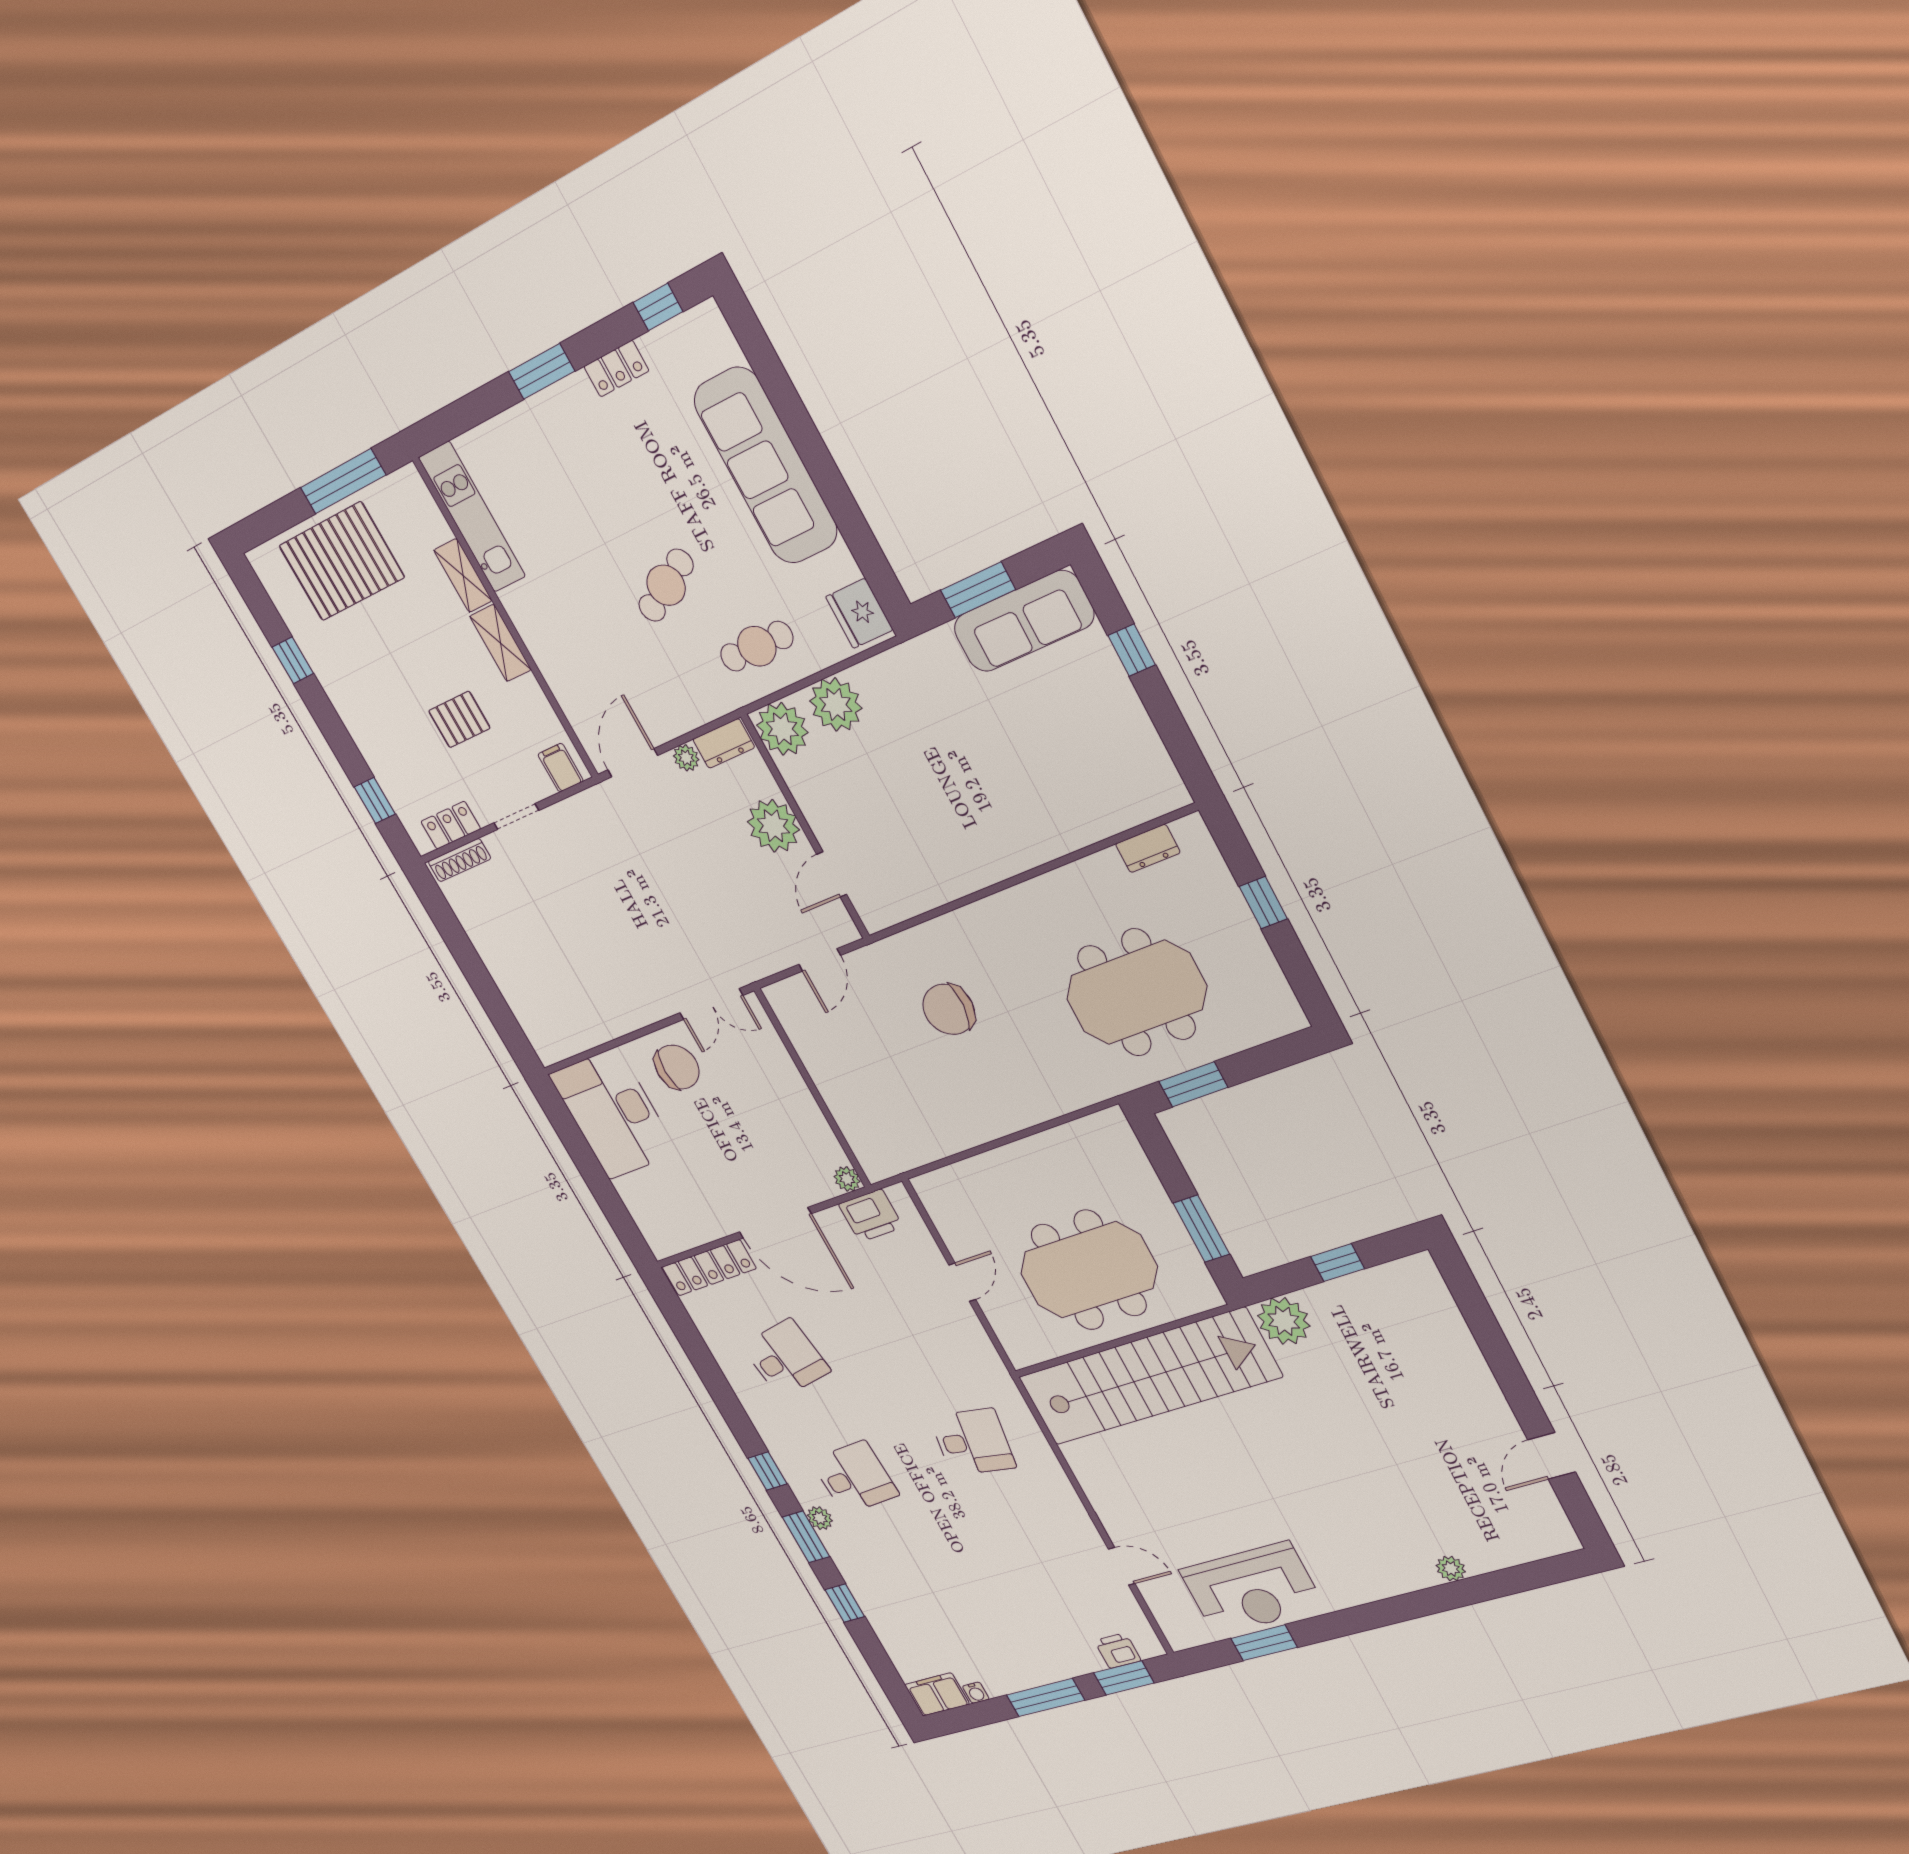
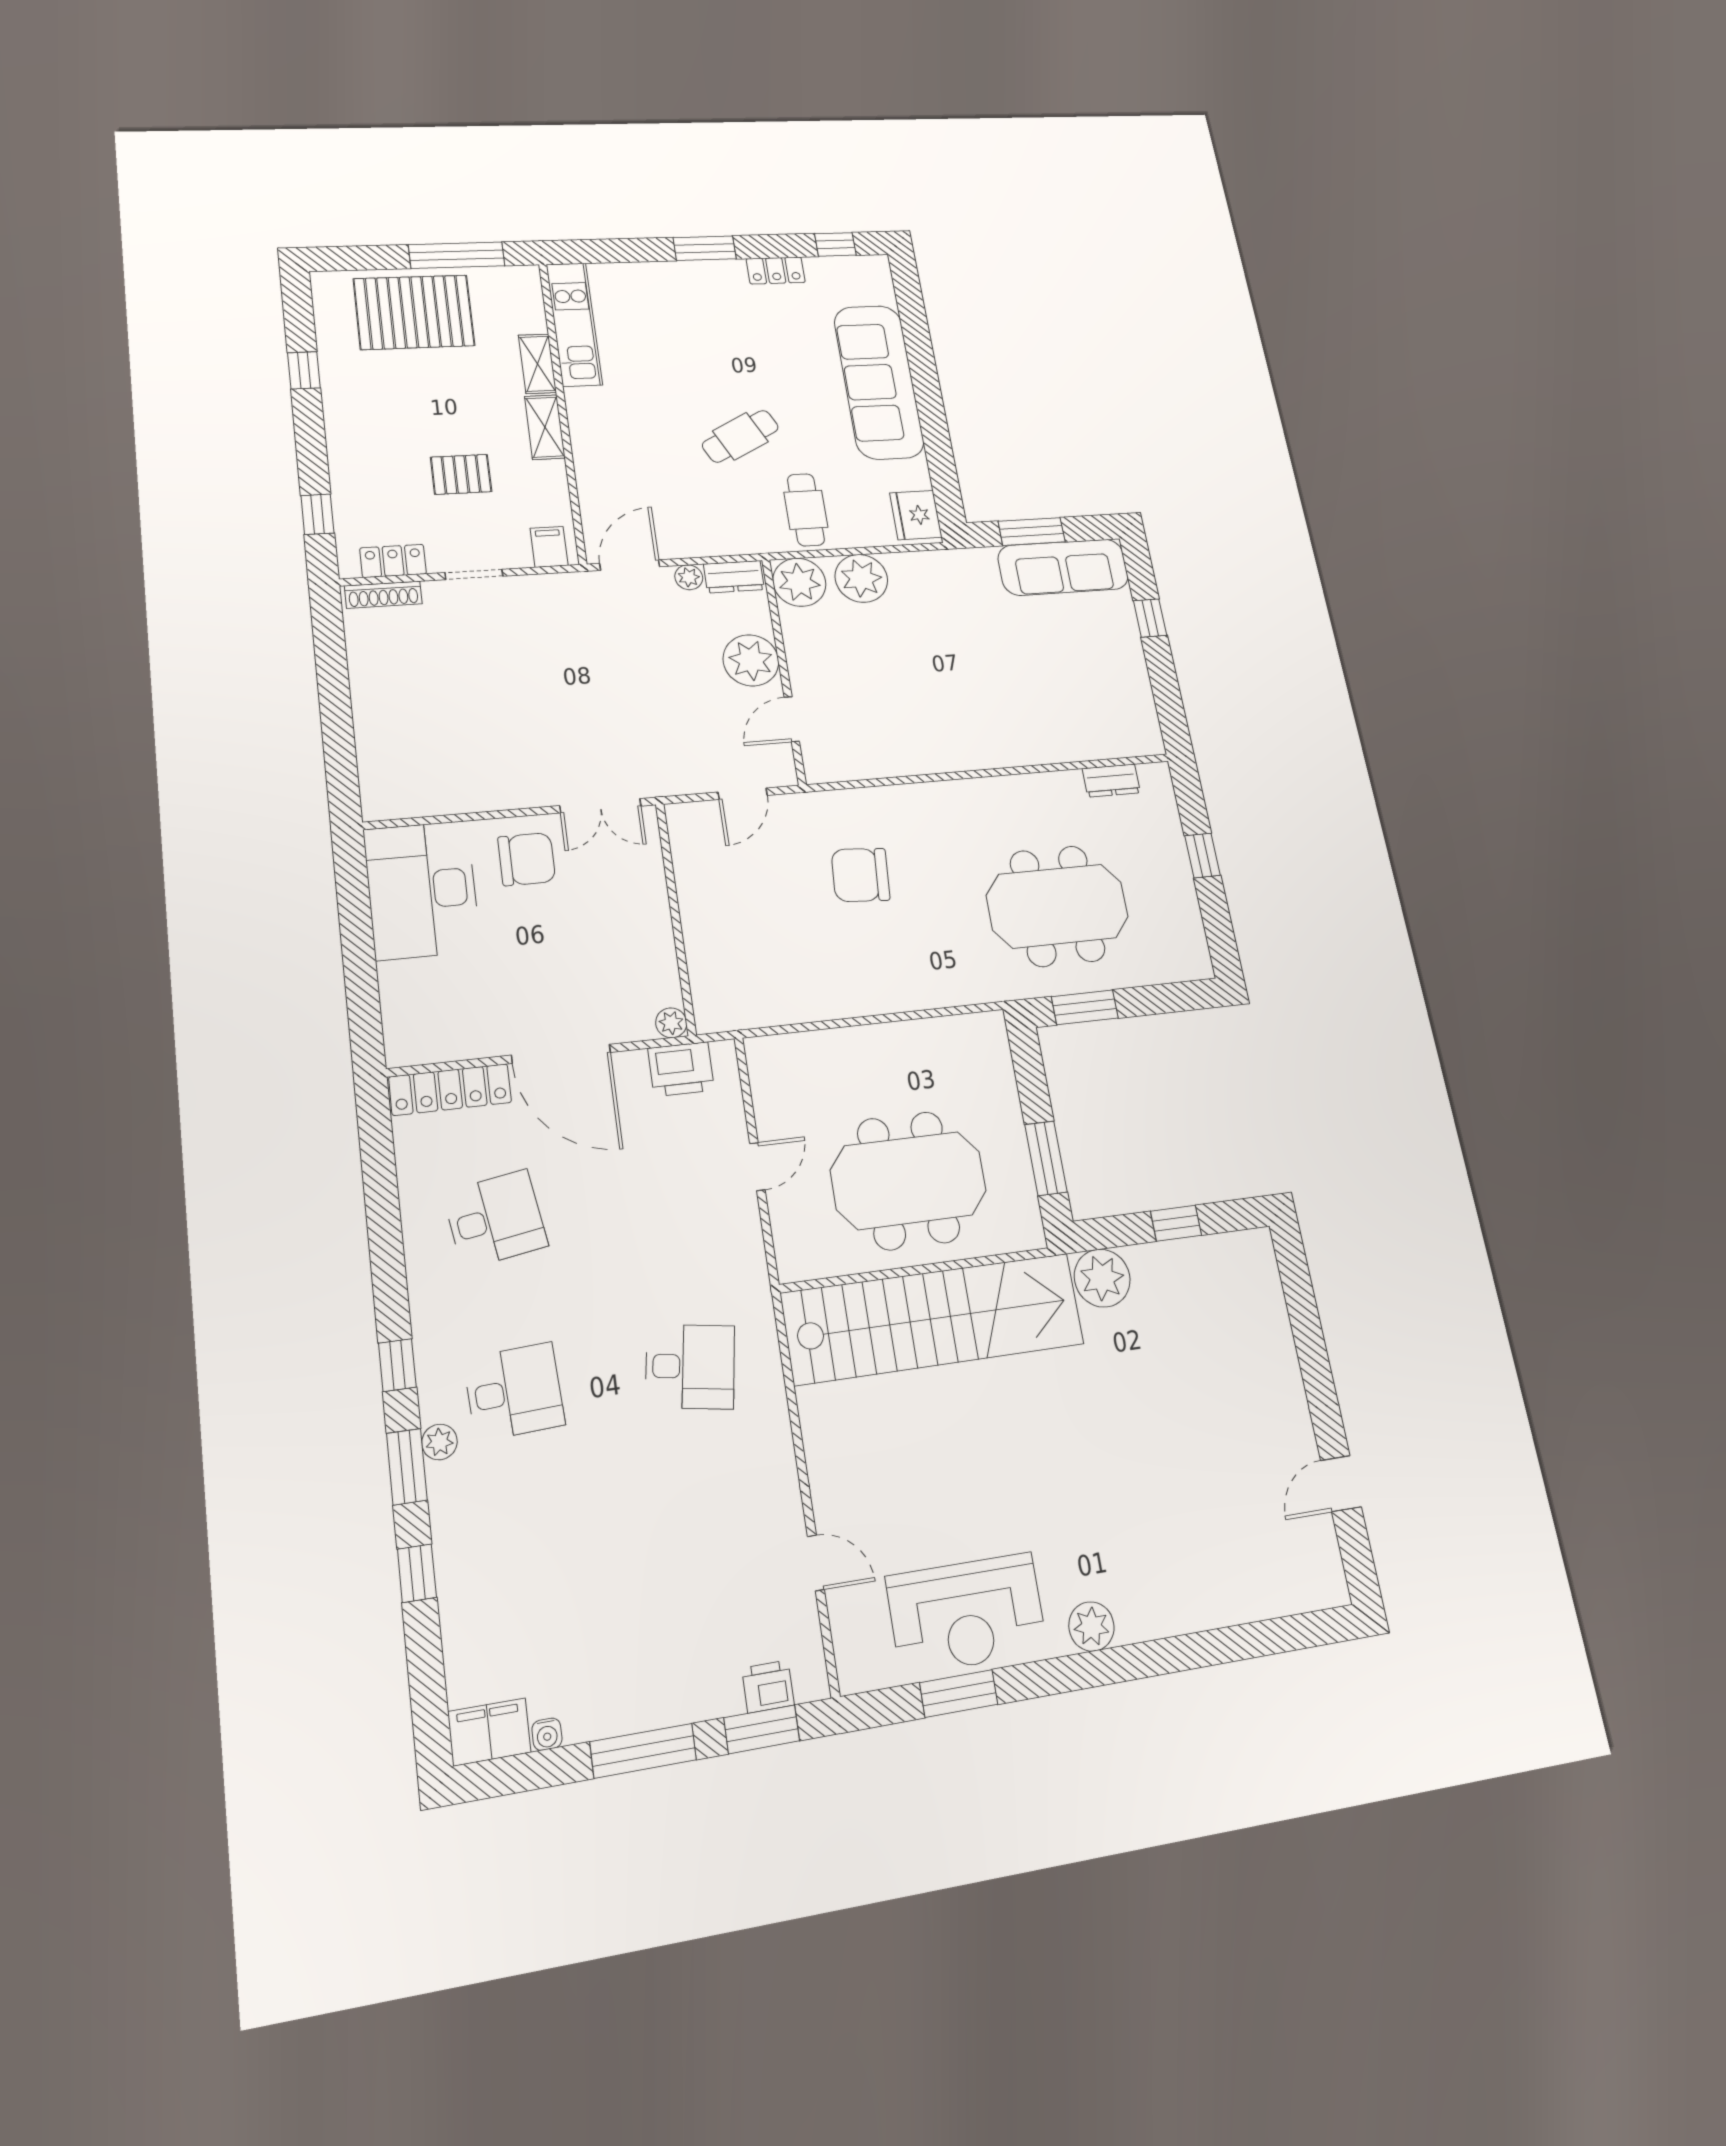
cafe table: (757, 646) -> (806, 510), turned 90
plant: (1451, 1569) -> (1091, 1626), moved, width x1.38, depth x1.38

